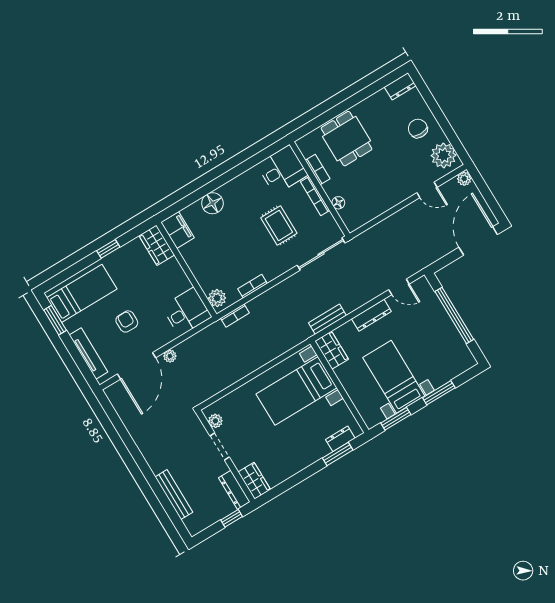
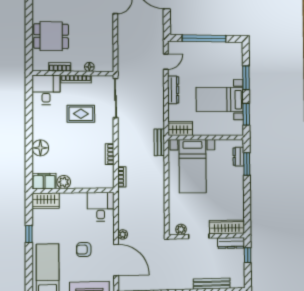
plant: (217, 298) -> (64, 182), moved
bench: (327, 319) -> (159, 142), moved
wardrobe: (254, 481) -> (227, 227), width x1.50

